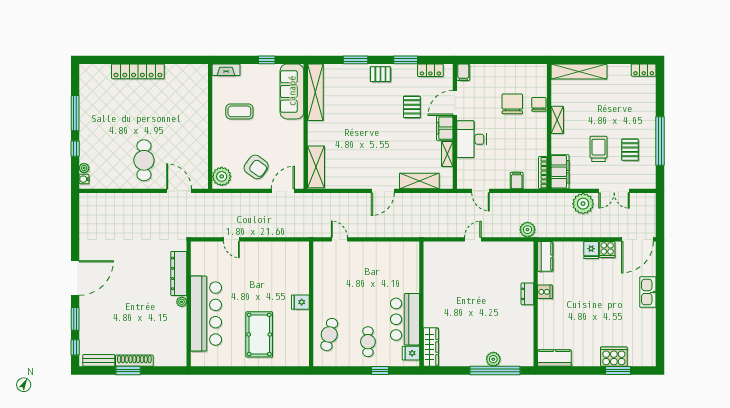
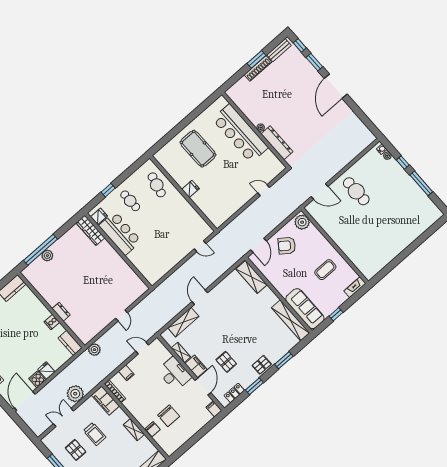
locker: (138, 71) -> (406, 241), removed

